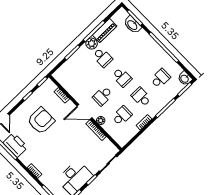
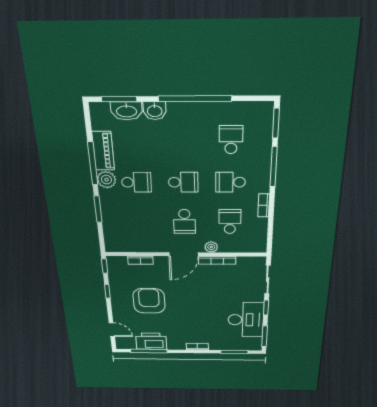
washbasin: (185, 79) -> (155, 111), moved

